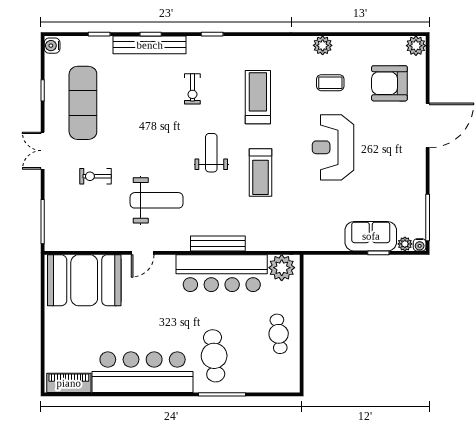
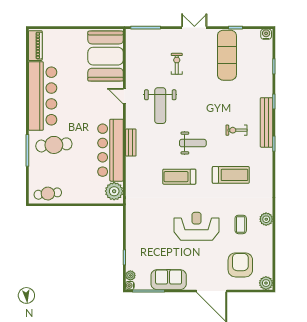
bench: (150, 45) -> (267, 122), moved
exercise mat: (83, 103) -> (227, 55), turned 90
sofa: (371, 236) -> (169, 280), moved, turned -90
bench: (218, 243) -> (131, 143), width x0.73
cafe table: (279, 334) -> (48, 194), moved

